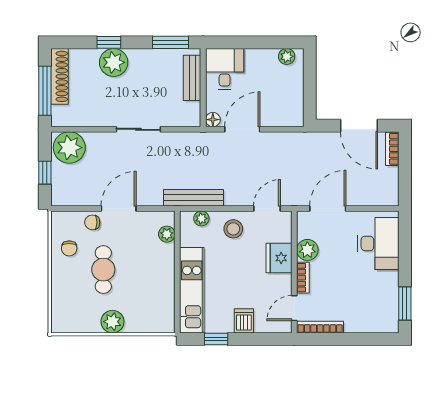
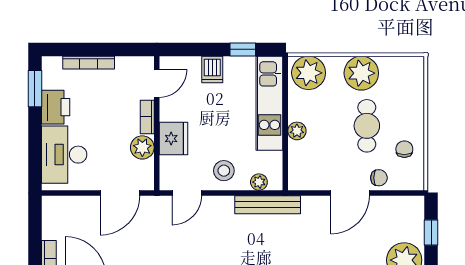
plant: (167, 234) -> (297, 131), moved
printer: (386, 287) -> (56, 107), added
plant: (156, 318) -> (309, 73), added
plant: (112, 322) -> (361, 73), width x1.36, depth x1.36
bookcase: (320, 327) -> (89, 63), moved

